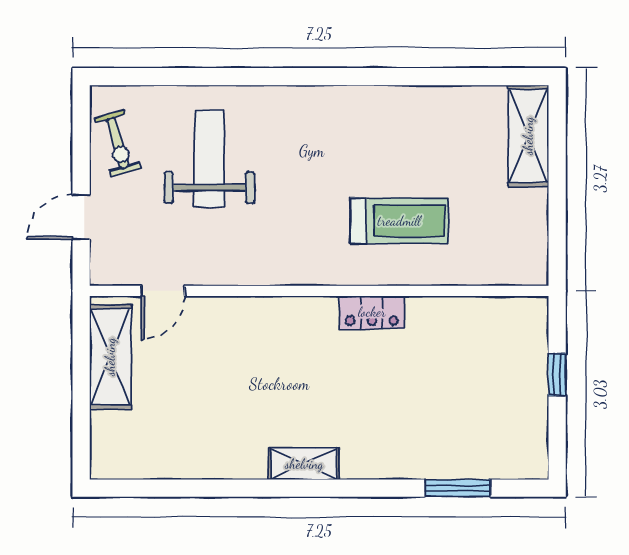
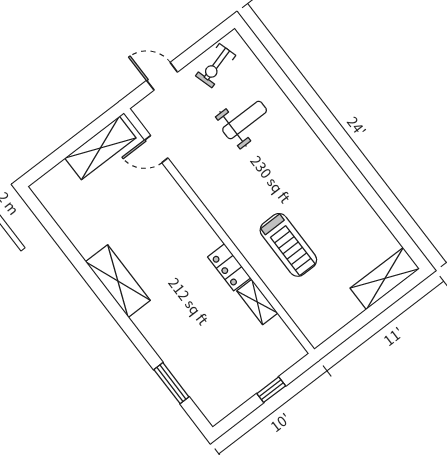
weight bench: (209, 158) -> (245, 120), width x0.73, depth x0.75
shelving: (439, 311) -> (257, 302), added
shelving: (304, 464) -> (118, 281), width x1.50, depth x1.33

